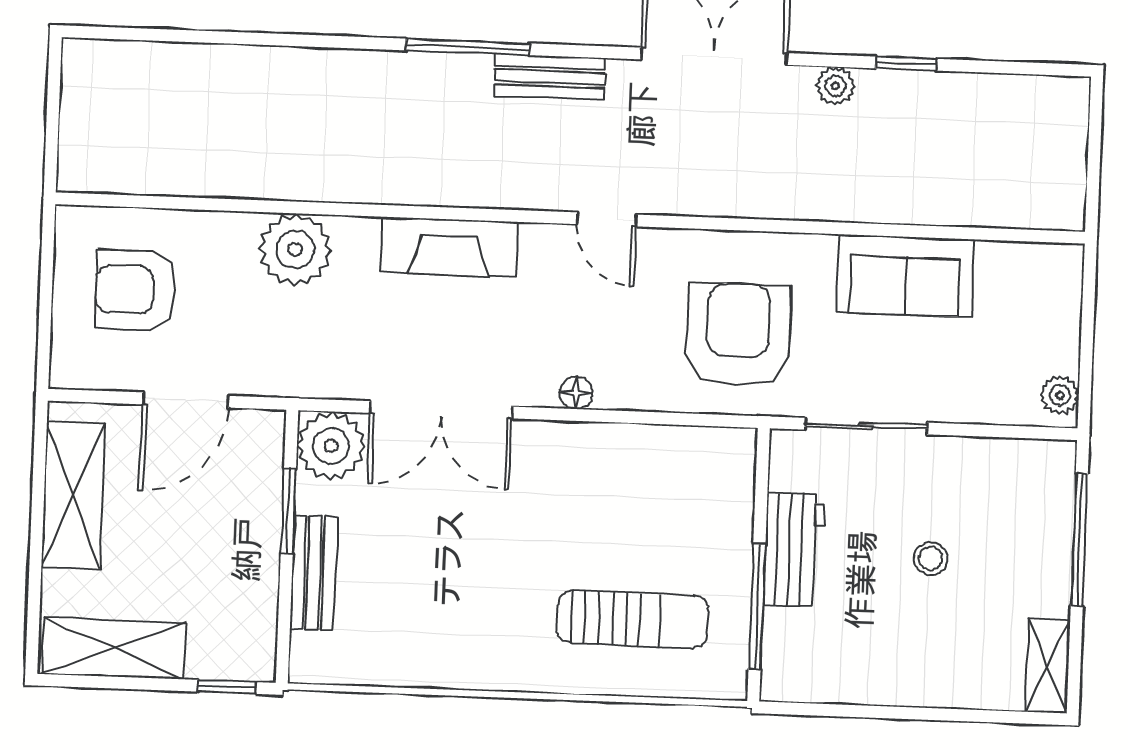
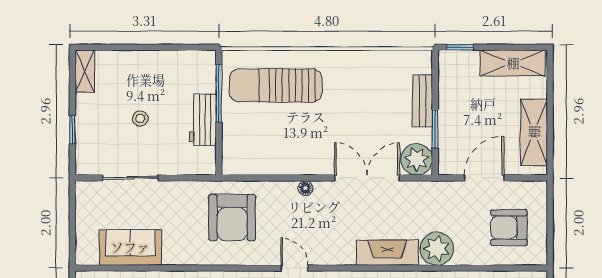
fireplace: (449, 247) -> (387, 253), moved
sofa: (905, 276) -> (130, 247), moved
armchair: (136, 290) -> (509, 228), turned 180
plant: (1060, 395) -> (84, 196), removed
sliding door: (866, 426) -> (131, 178), moved
window: (1079, 540) -> (72, 130), width x0.46
sun lounger: (633, 619) -> (276, 85), width x1.36, depth x1.34

